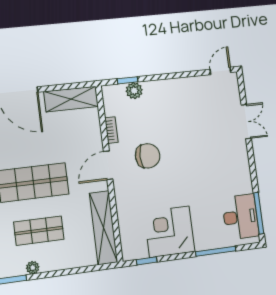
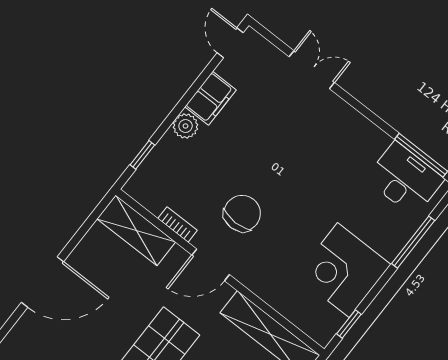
filing cabinet: (186, 87) -> (210, 98), added
plant: (134, 91) -> (186, 126), moved
shelving: (71, 99) -> (136, 230), moved, turned 90
door: (108, 165) -> (211, 265), hinge flipped

